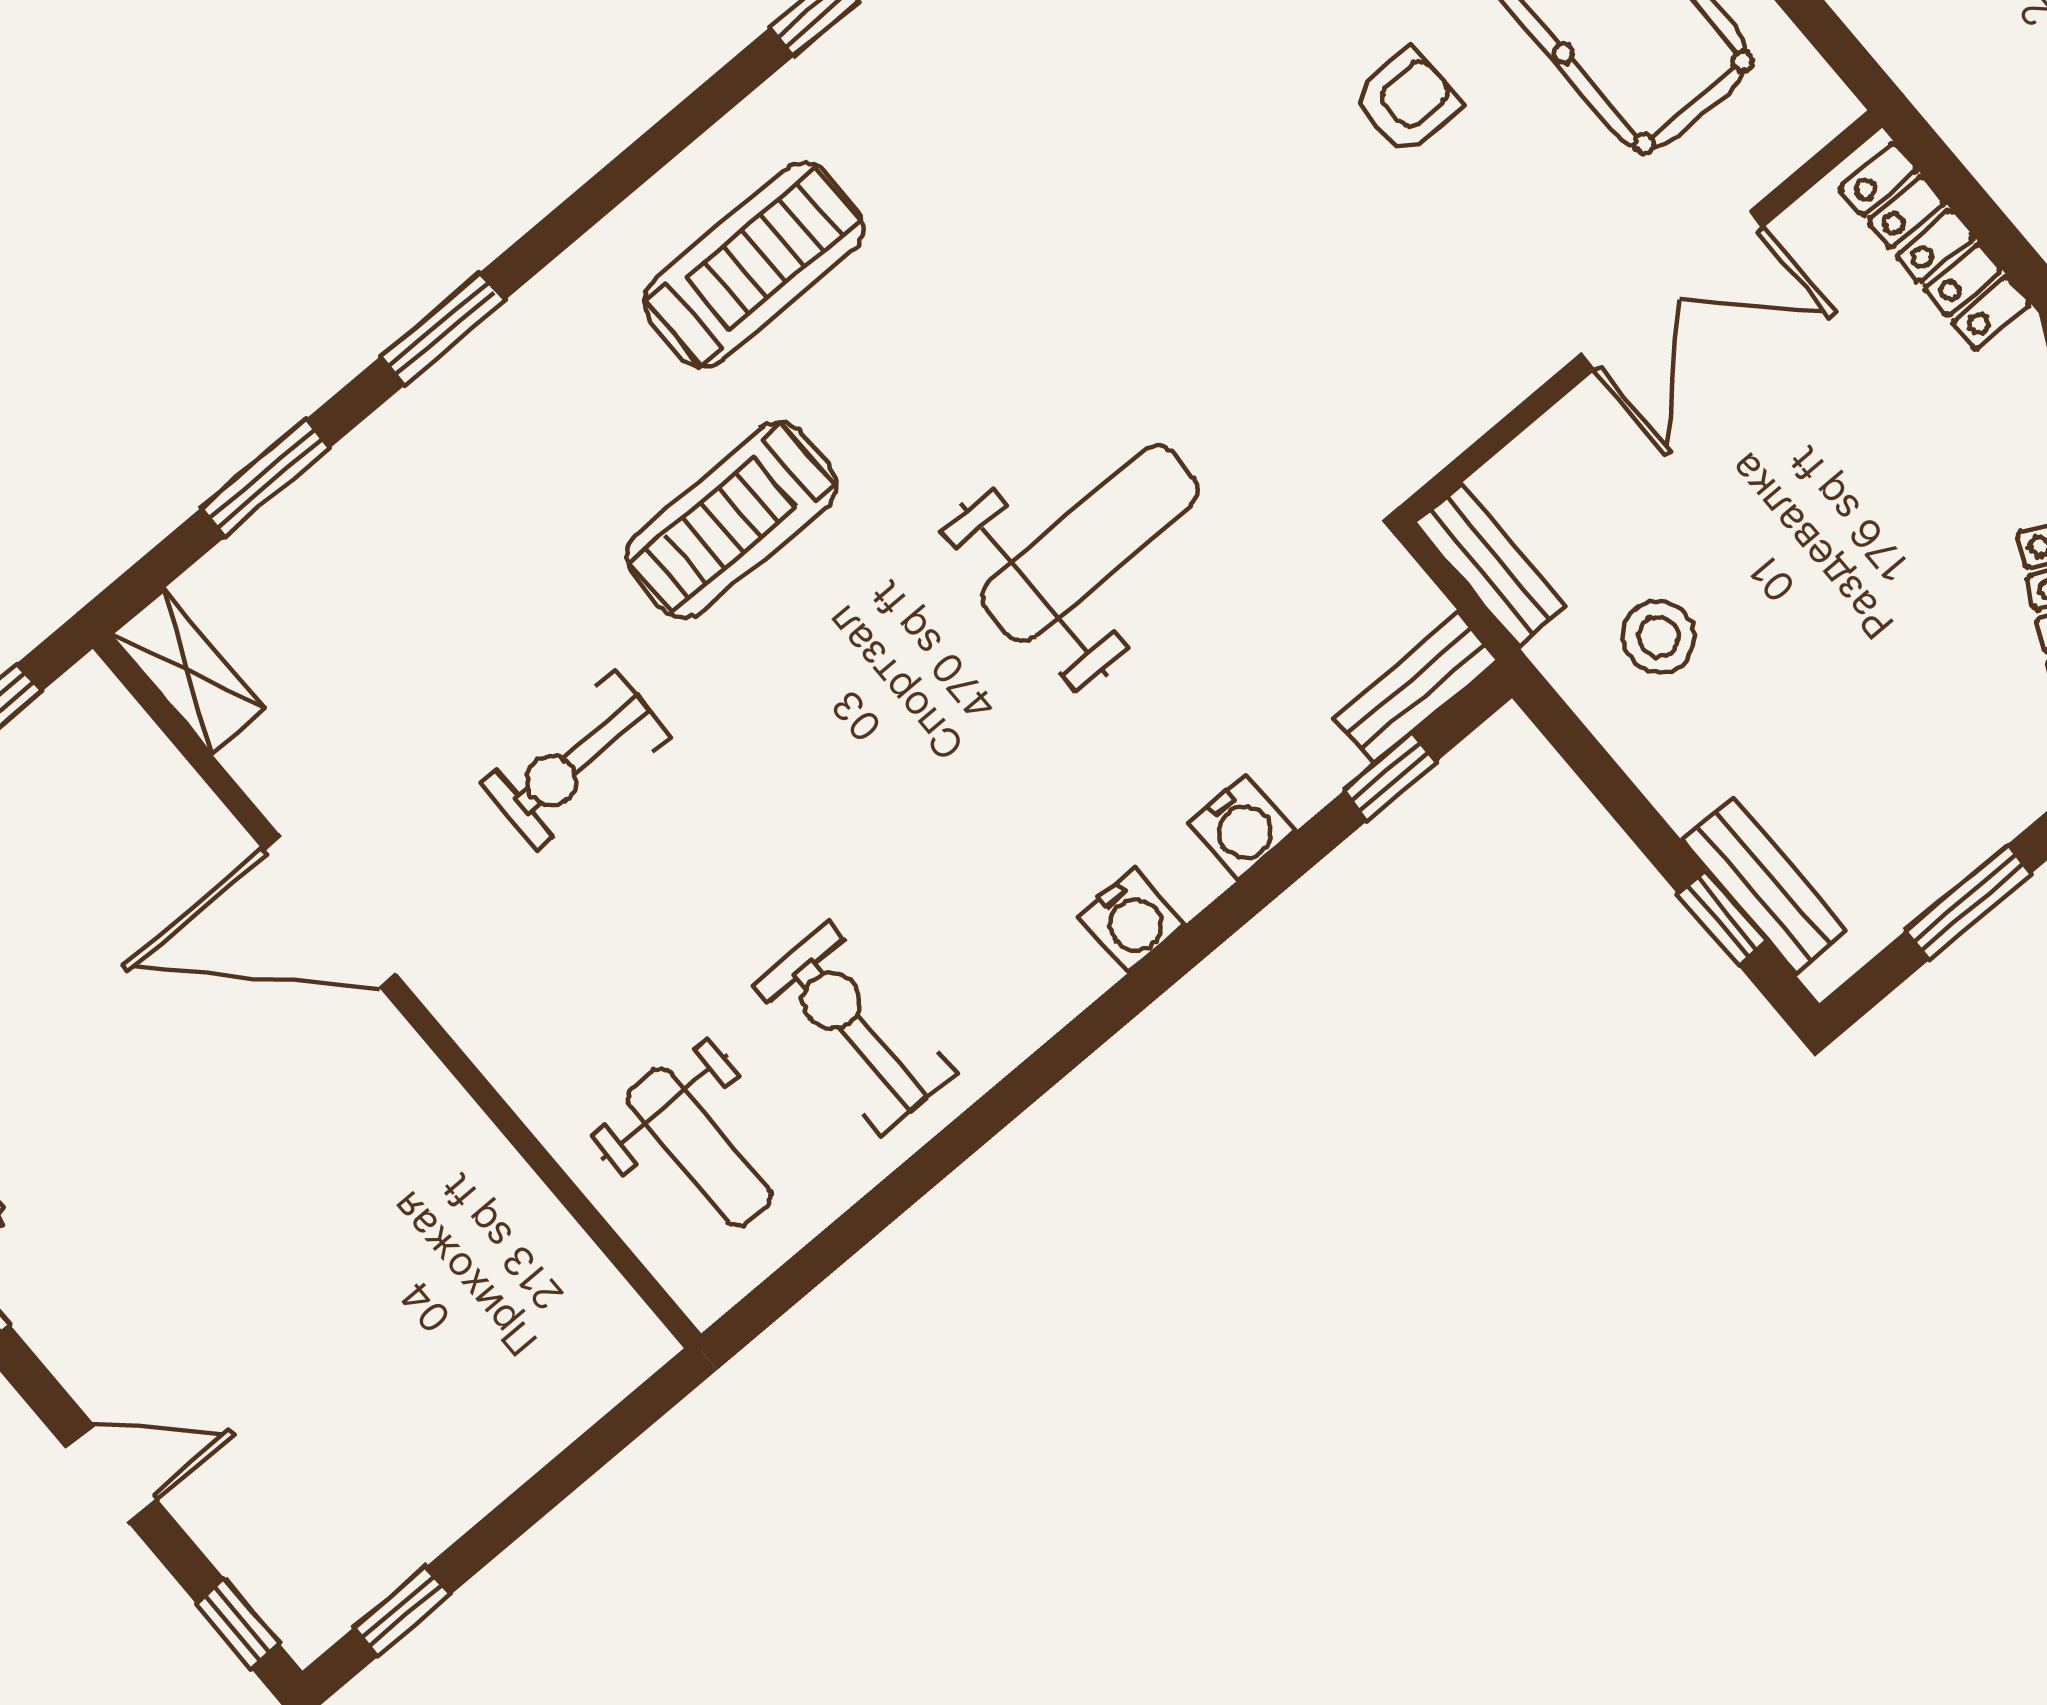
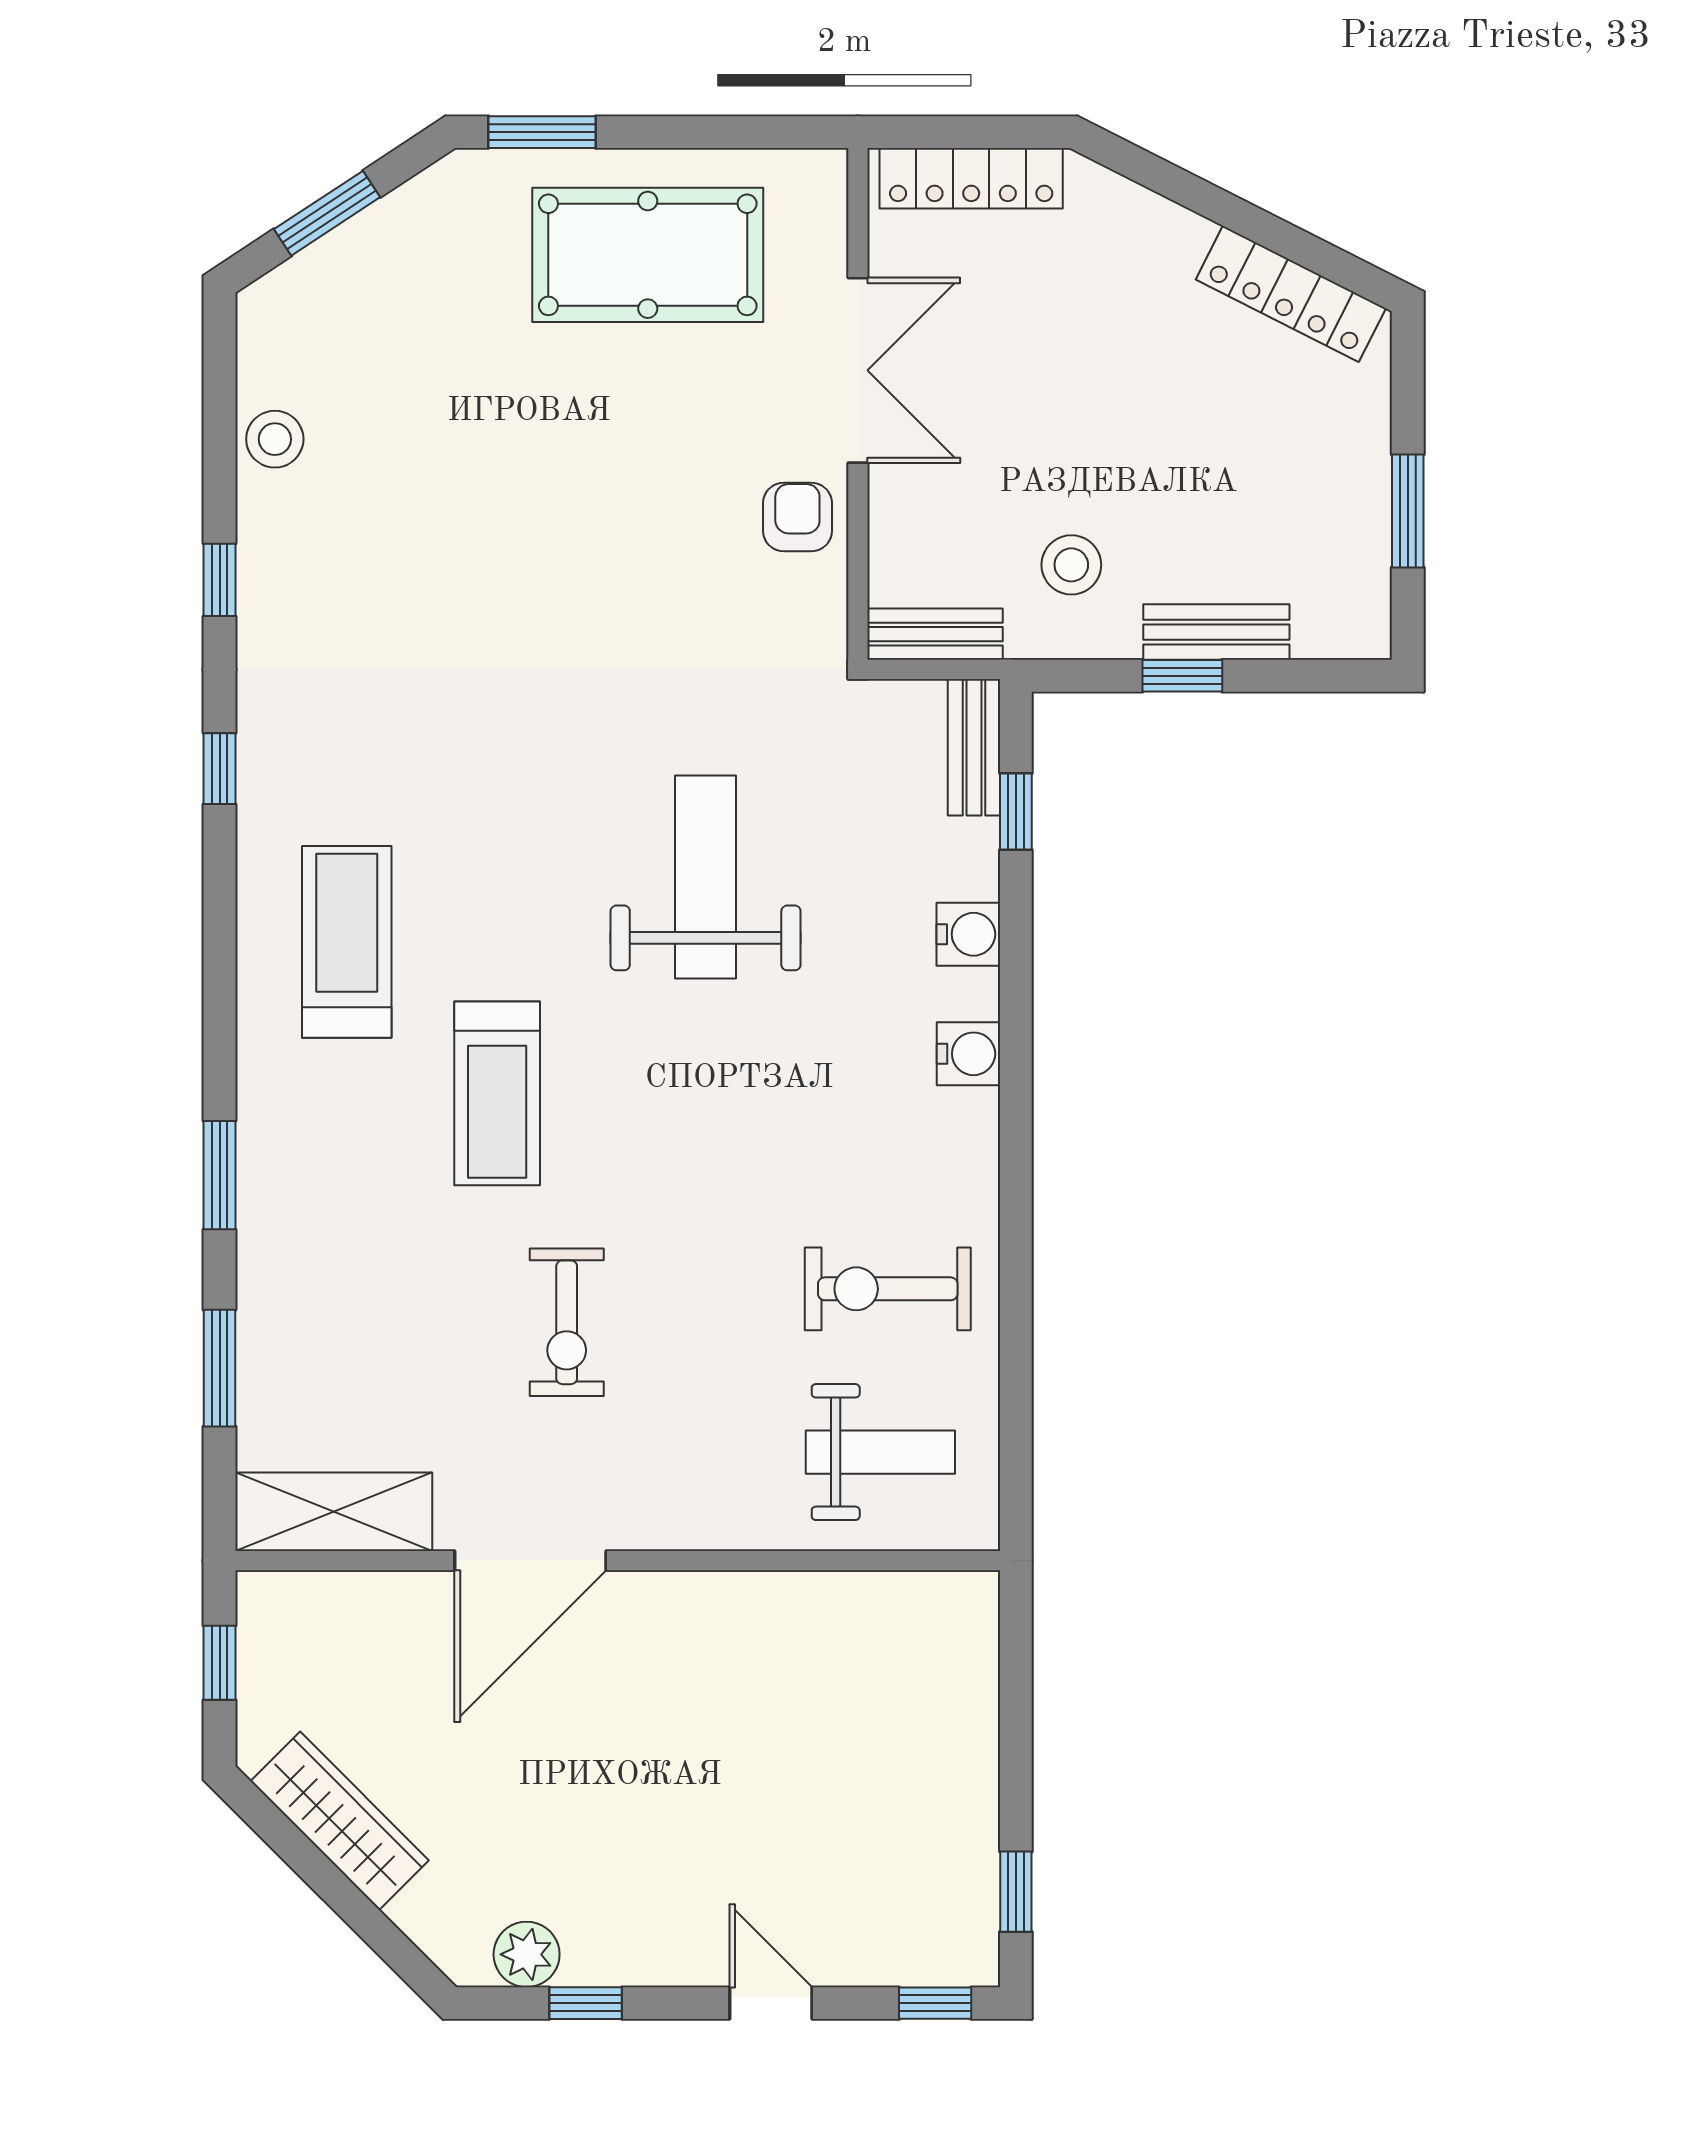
armchair: (1406, 101) -> (797, 517), moved
shelving: (188, 671) -> (334, 1512), width x1.50, depth x1.33
bench: (1764, 886) -> (1216, 632), moved
window: (1722, 917) -> (1182, 676), moved
door: (111, 1473) -> (771, 2003), hinge flipped

